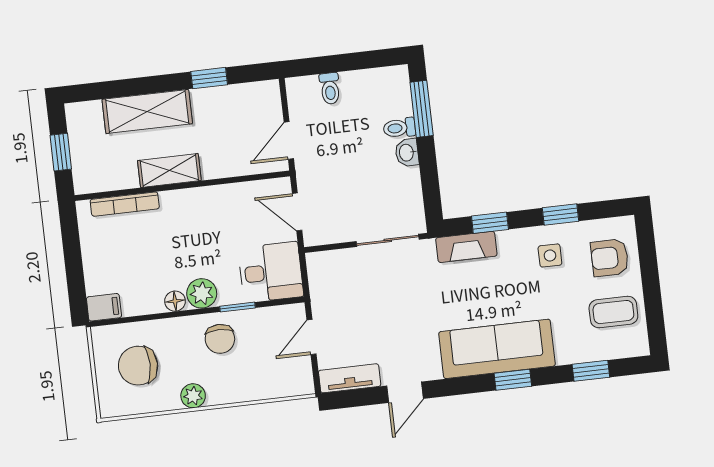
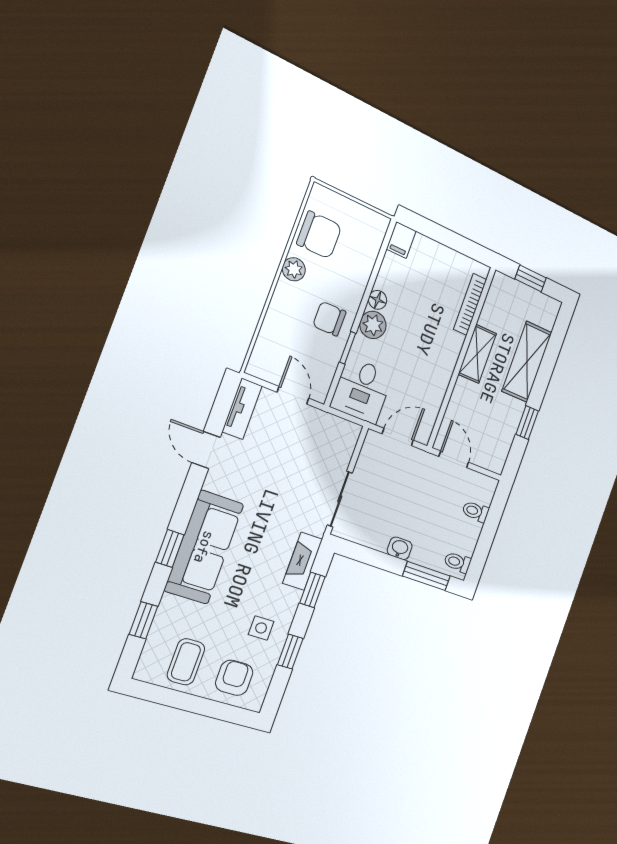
toilet: (399, 128) -> (457, 562), moved, turned -90
chair: (138, 366) -> (319, 235), moved, turned 90

